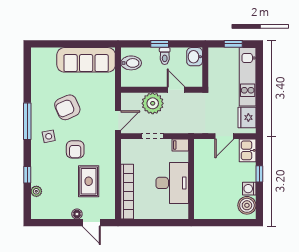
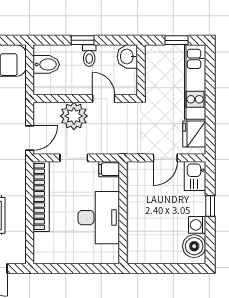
bookcase: (127, 192) -> (41, 197), moved

